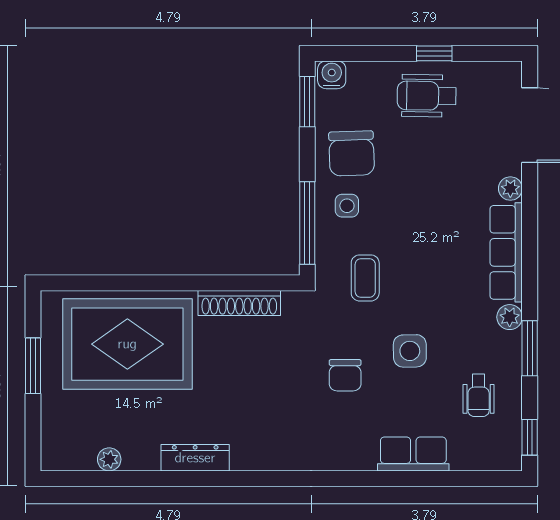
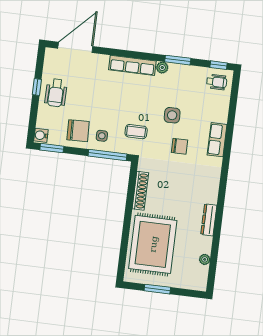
plant: (510, 189) -> (103, 60), removed
wheelchair: (479, 395) -> (217, 82), moved
row of seats: (413, 454) -> (217, 140), moved

